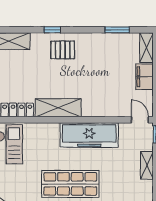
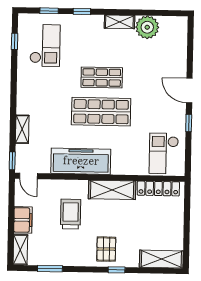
pallet: (63, 50) -> (106, 249), turned 90
trolley: (98, 83) -> (71, 214), added

